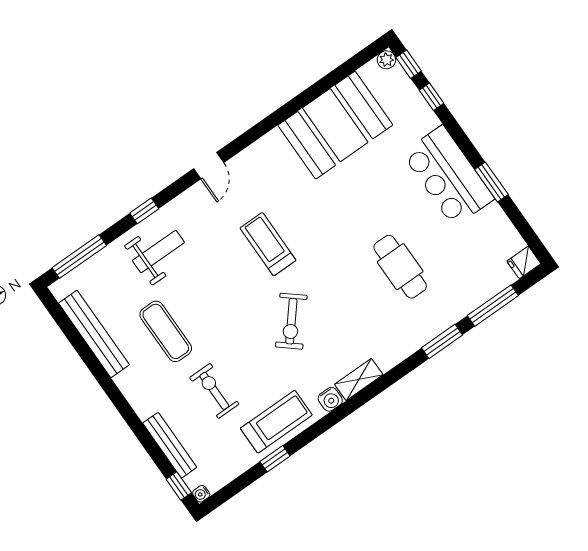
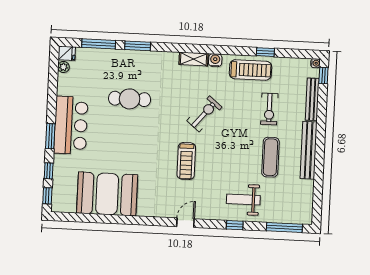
plant: (386, 60) -> (63, 67), moved
window: (491, 182) -> (50, 136), moved
cafe table: (400, 267) -> (130, 99), turned 90
bench: (94, 334) -> (309, 150), moved
treadmill: (276, 422) -> (250, 70), turned 180

